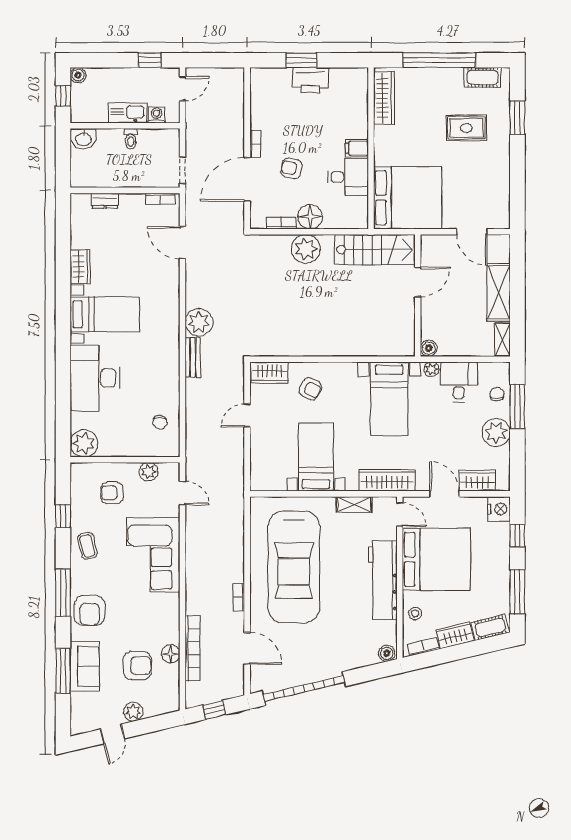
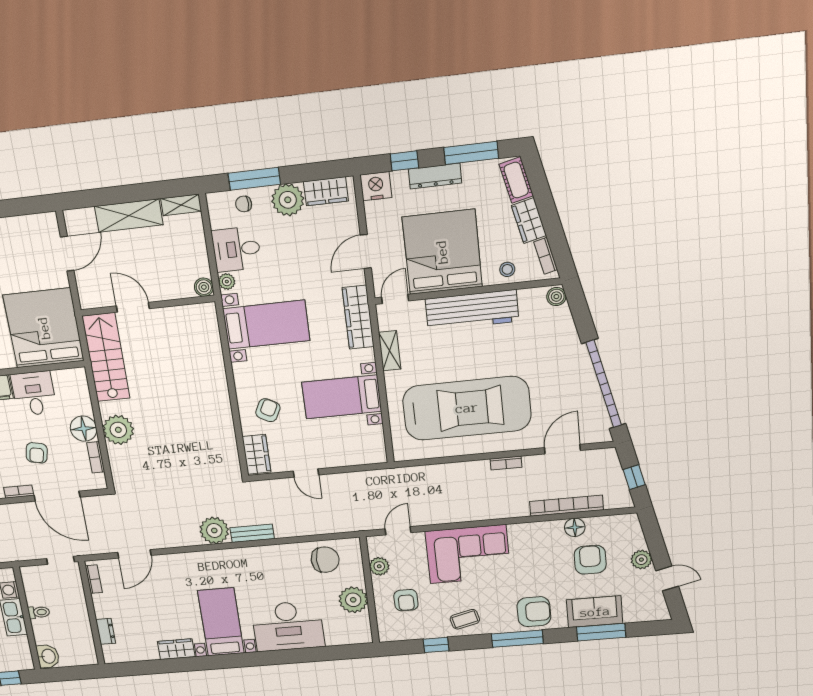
chair: (160, 422) -> (325, 560), width x1.87, depth x1.87
plant: (84, 443) -> (353, 600), moved
wardrobe: (477, 481) -> (326, 191), moved, turned -90
dresser: (502, 560) -> (435, 176), added

